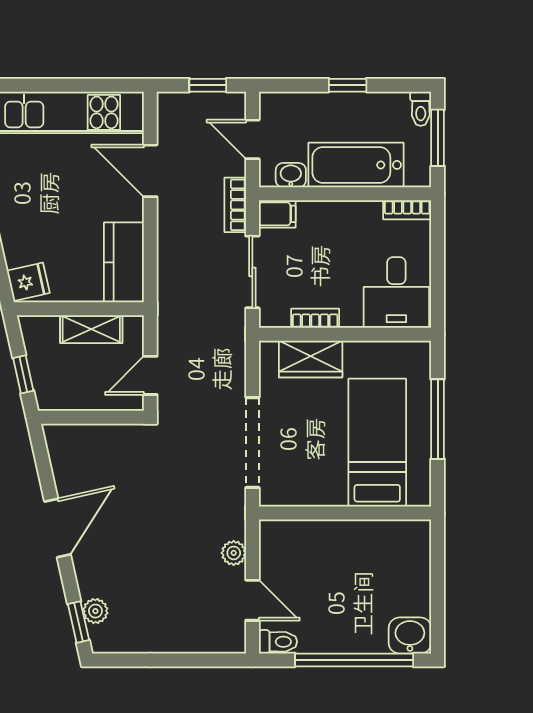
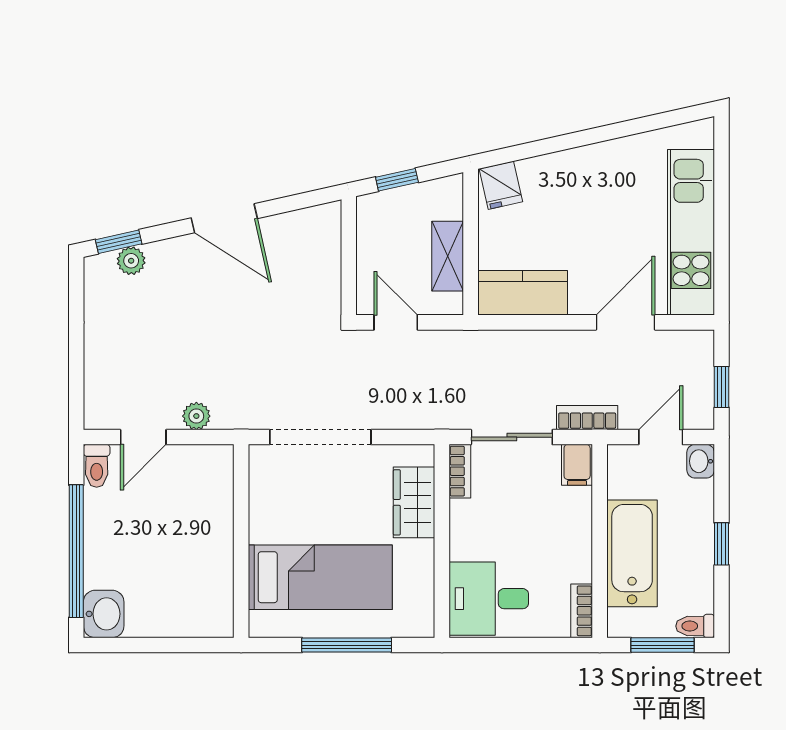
washbasin: (291, 175) -> (701, 461), moved, turned 180
bookcase: (315, 318) -> (460, 471), moved

